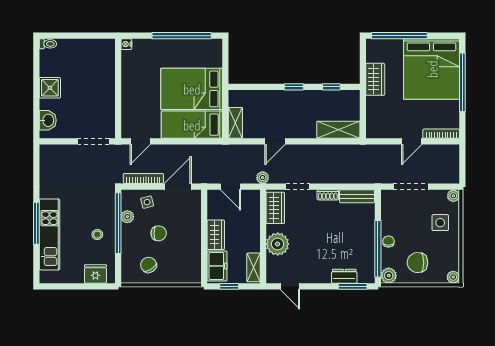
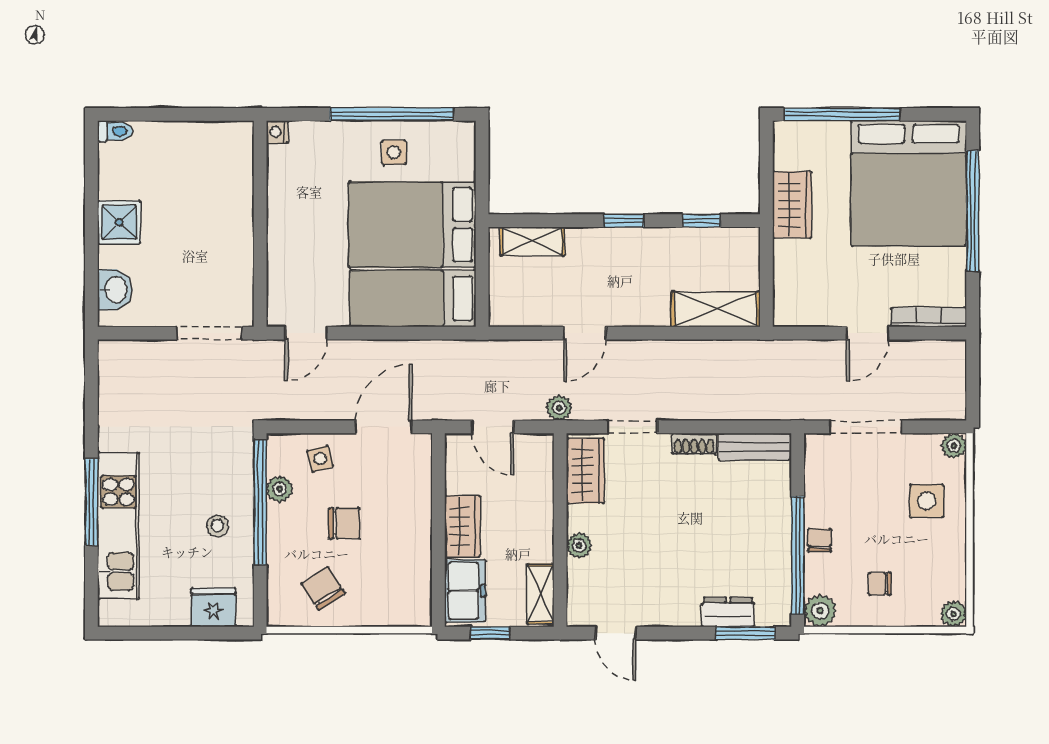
side table: (183, 54) -> (394, 152), added
shelving: (235, 123) -> (532, 241), moved, turned 90
bookcase: (143, 179) -> (313, 410), removed
plant: (278, 244) -> (579, 545), width x0.53, depth x0.53
chair: (417, 263) -> (880, 584), width x0.54, depth x0.54

